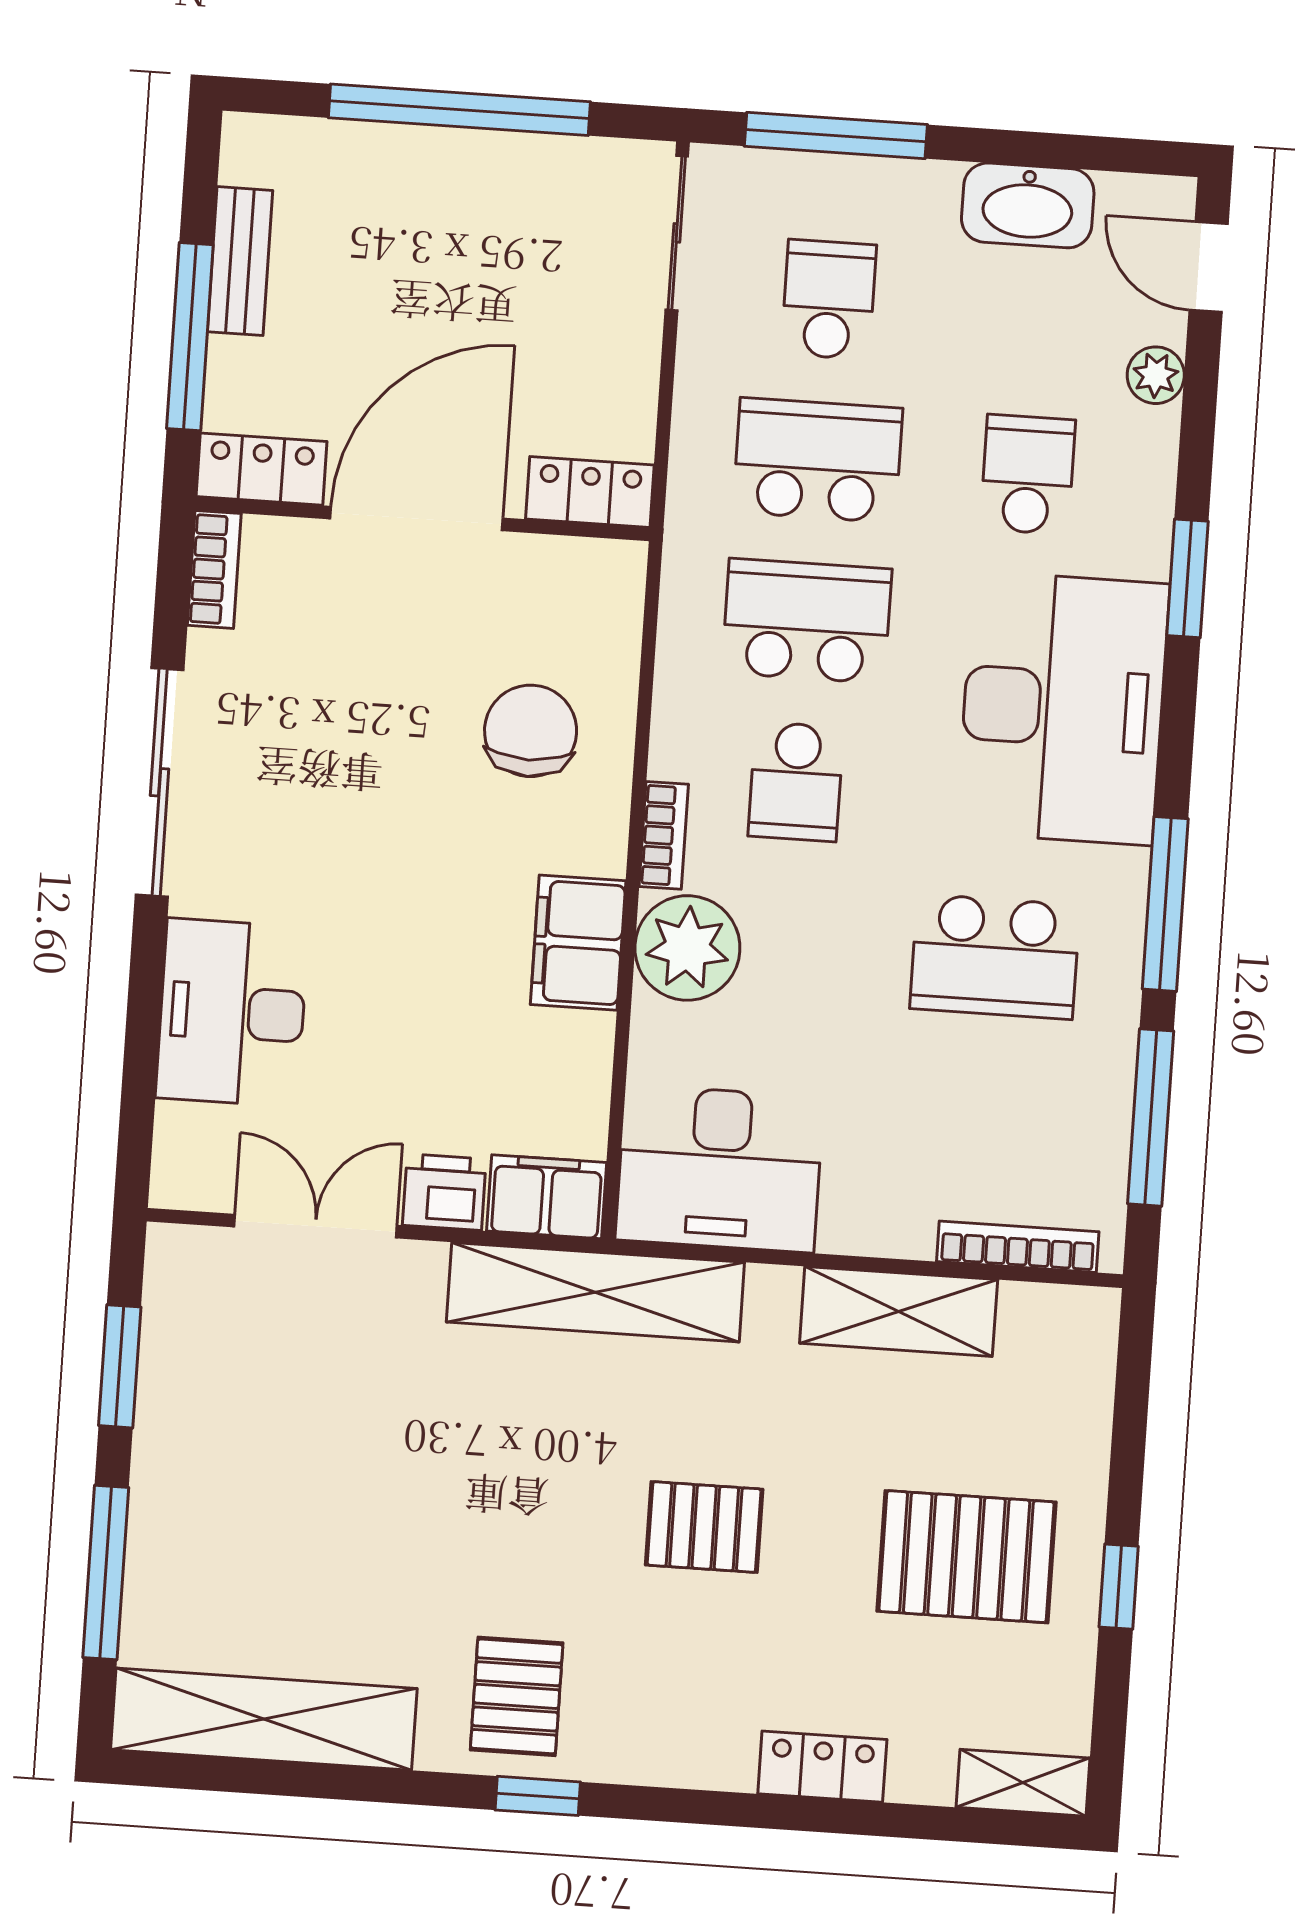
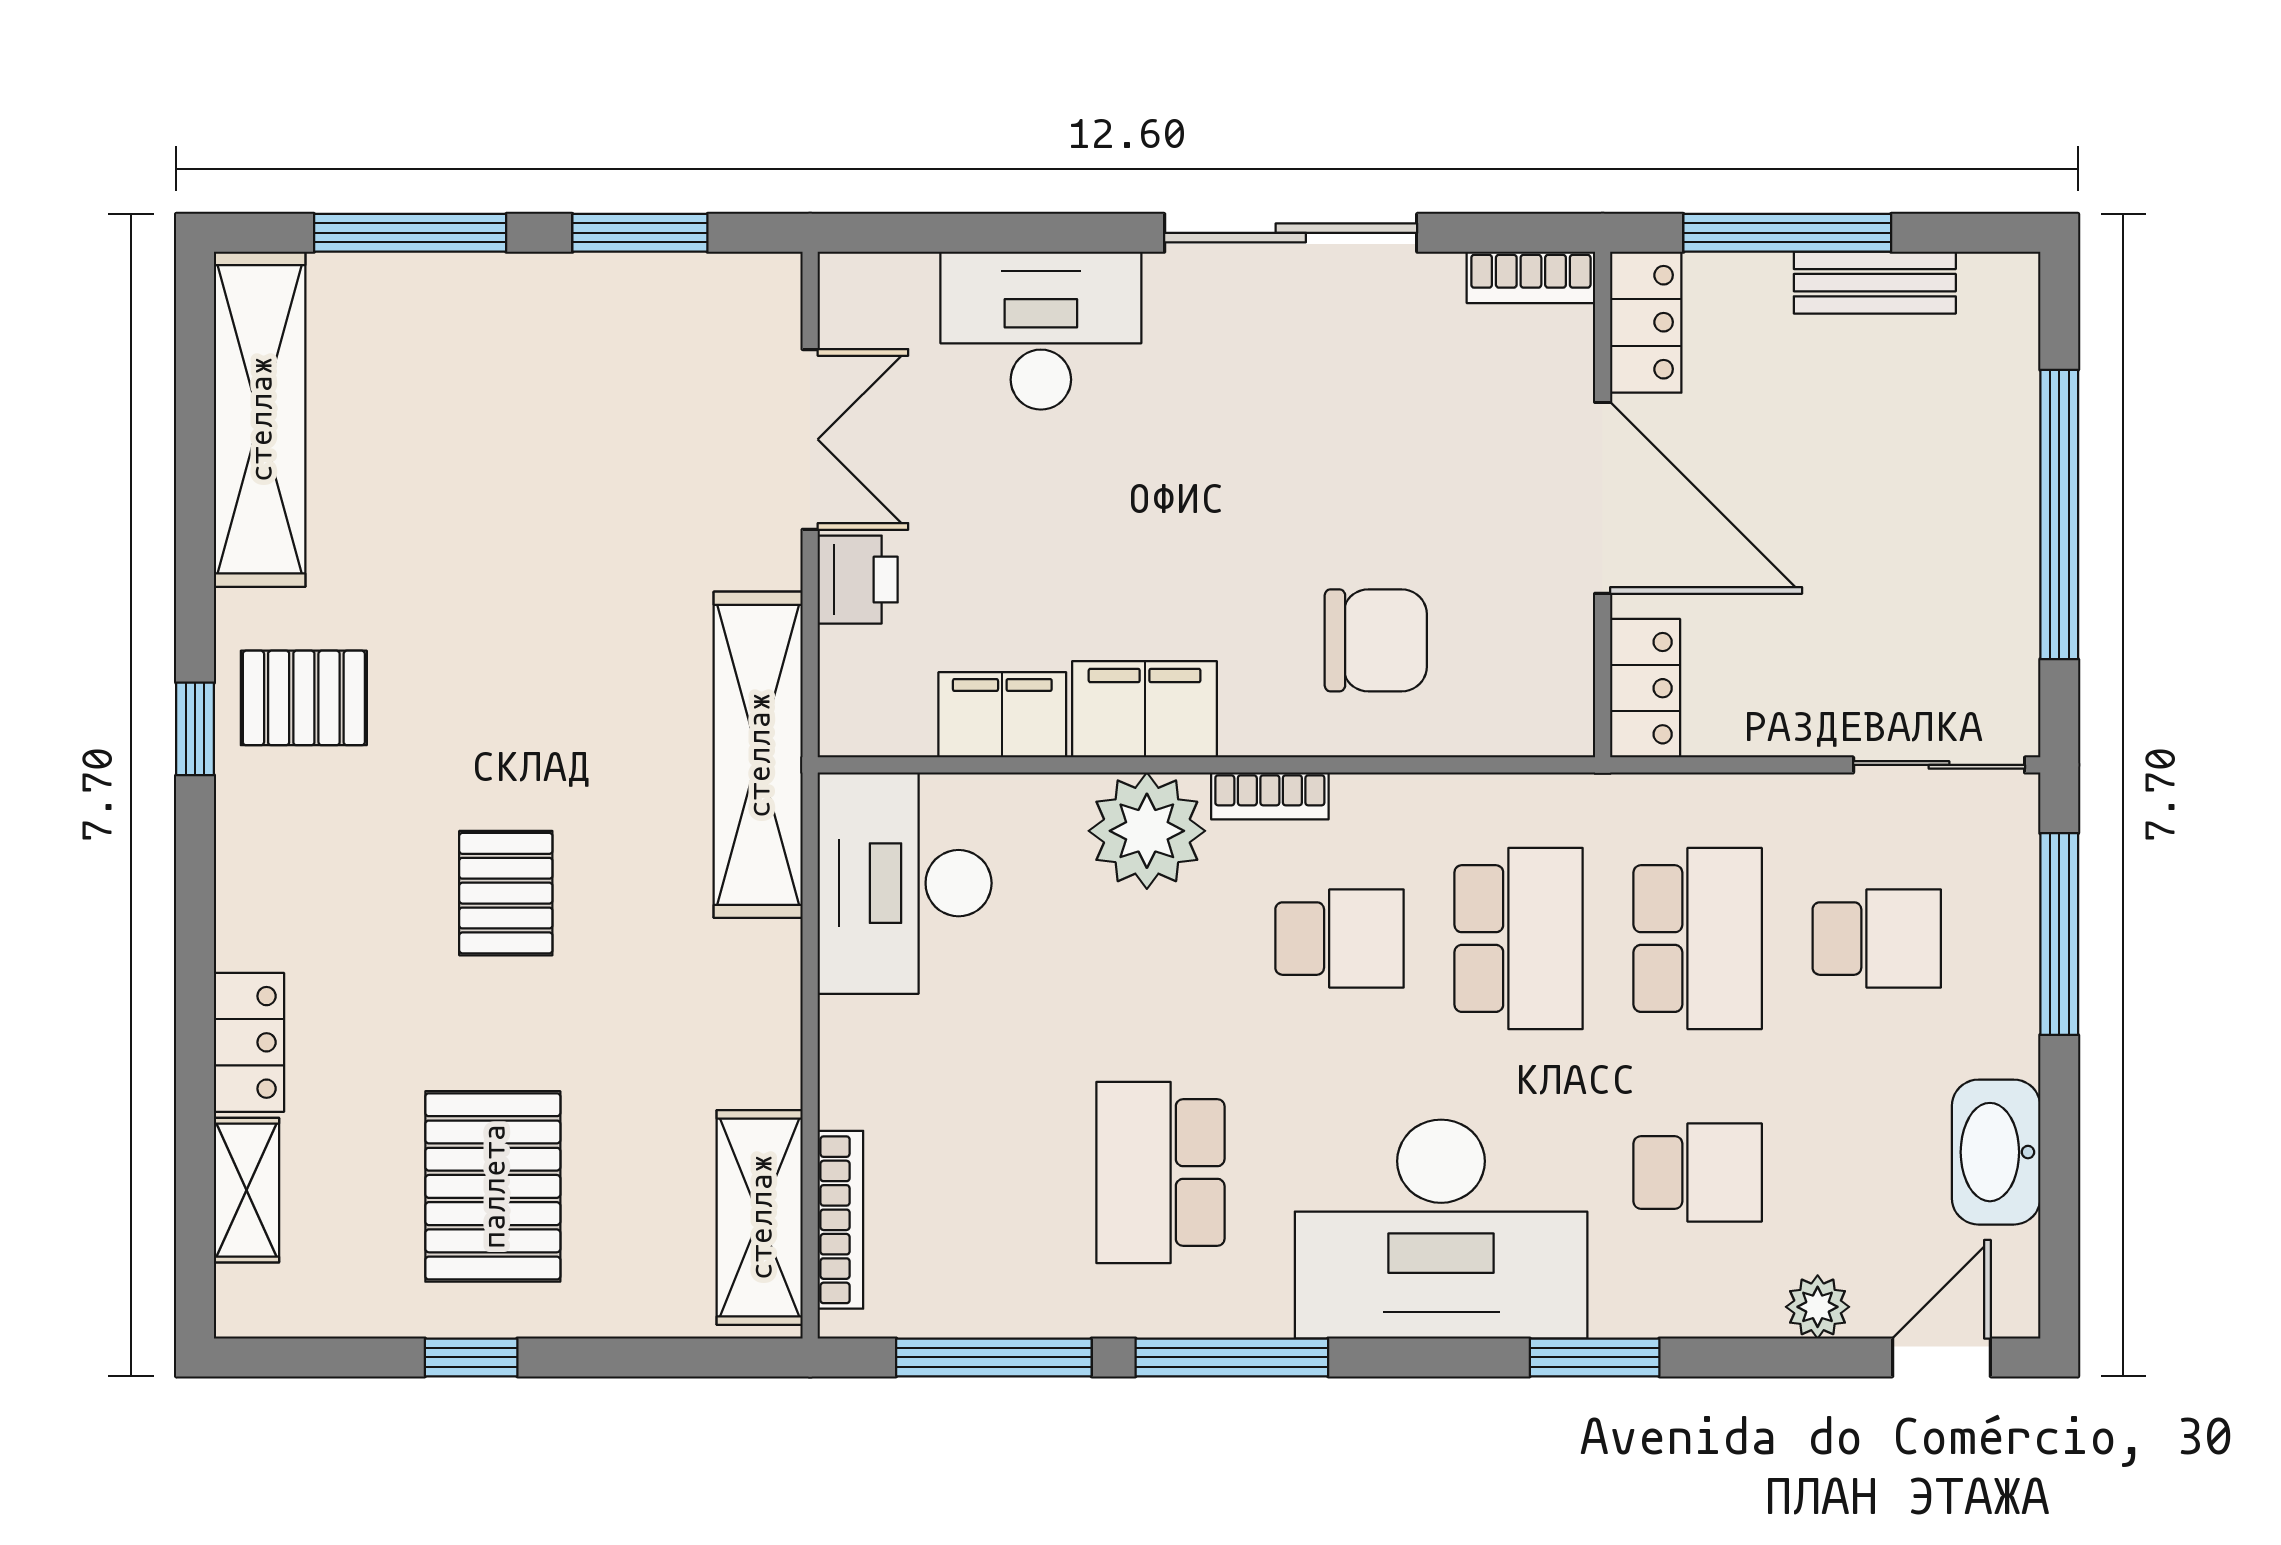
school desk: (796, 782) -> (1339, 939), turned 180
filing cabinet: (547, 1197) -> (1002, 715), moved, turned -90
shelving: (899, 1311) -> (760, 1217), moved
shelving: (1023, 1783) -> (246, 1190), moved

